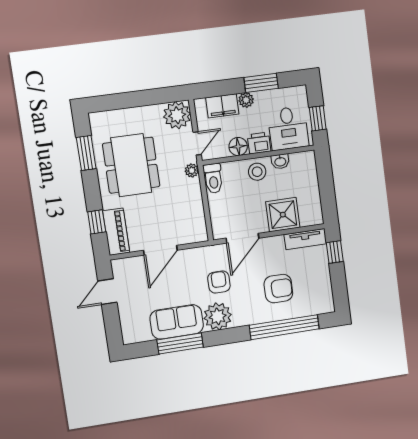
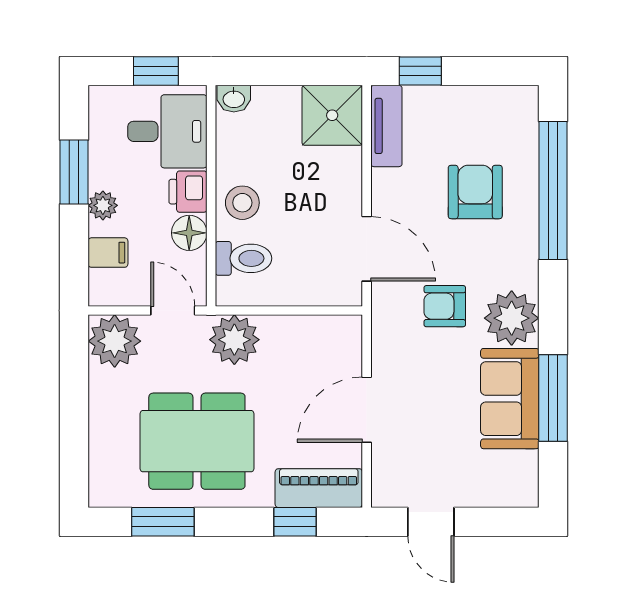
filing cabinet: (222, 106) -> (108, 253), width x0.50
washbasin: (280, 161) -> (234, 99), moved, turned 90
plant: (192, 170) -> (234, 340), width x1.88, depth x1.88
toilet: (213, 178) -> (244, 258), moved
shower: (283, 215) -> (332, 115), moved
door: (160, 250) -> (367, 410), swing flipped

